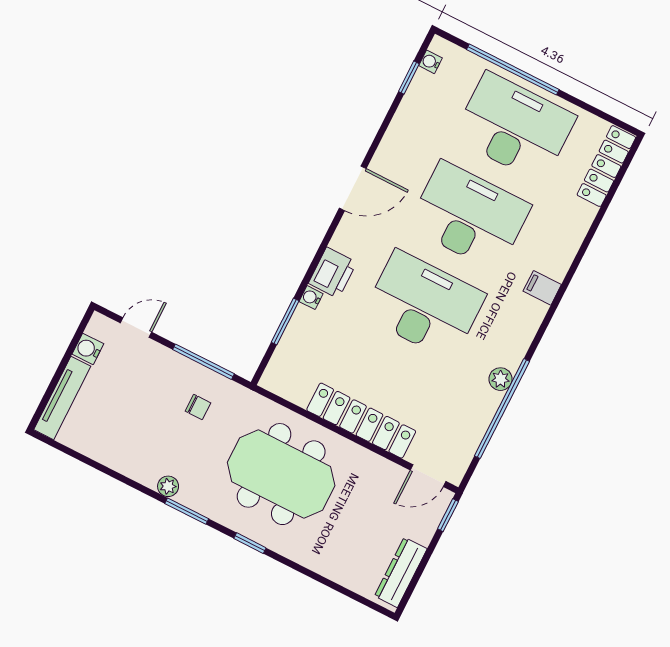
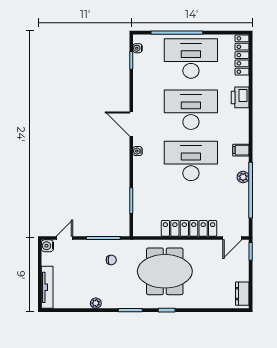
door: (353, 188) -> (131, 124), swing flipped
printer: (333, 273) -> (240, 97), moved, turned 180
filing cabinet: (542, 288) -> (241, 150), moved
water cooler: (311, 298) -> (138, 151), moved
water cooler: (88, 349) -> (47, 246), moved
plant: (168, 486) -> (96, 303), moved
dresser: (401, 572) -> (242, 294), width x0.70

